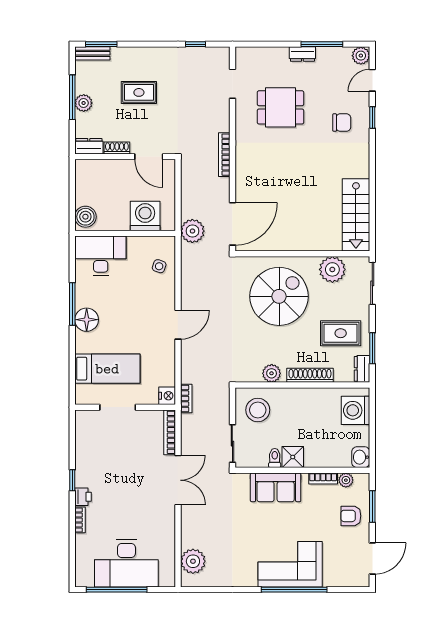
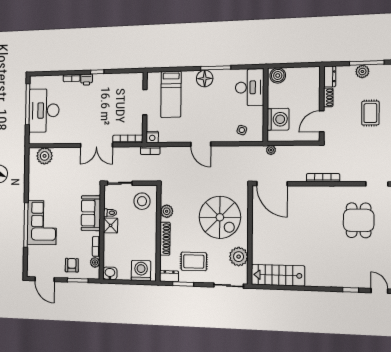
chair: (342, 123) -> (347, 267), removed
plant: (192, 231) -> (271, 150), width x0.53, depth x0.53
rug: (341, 333) -> (194, 261), turned 90

